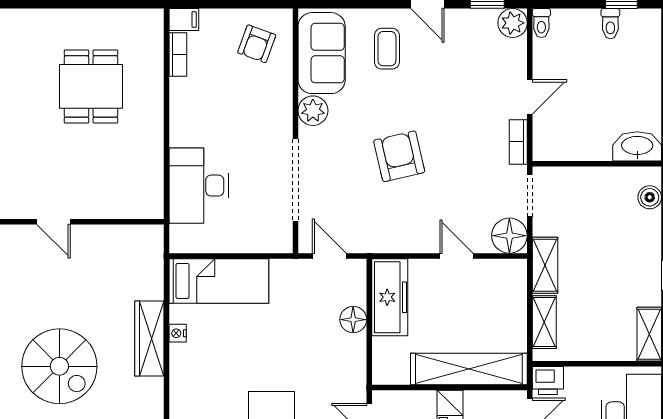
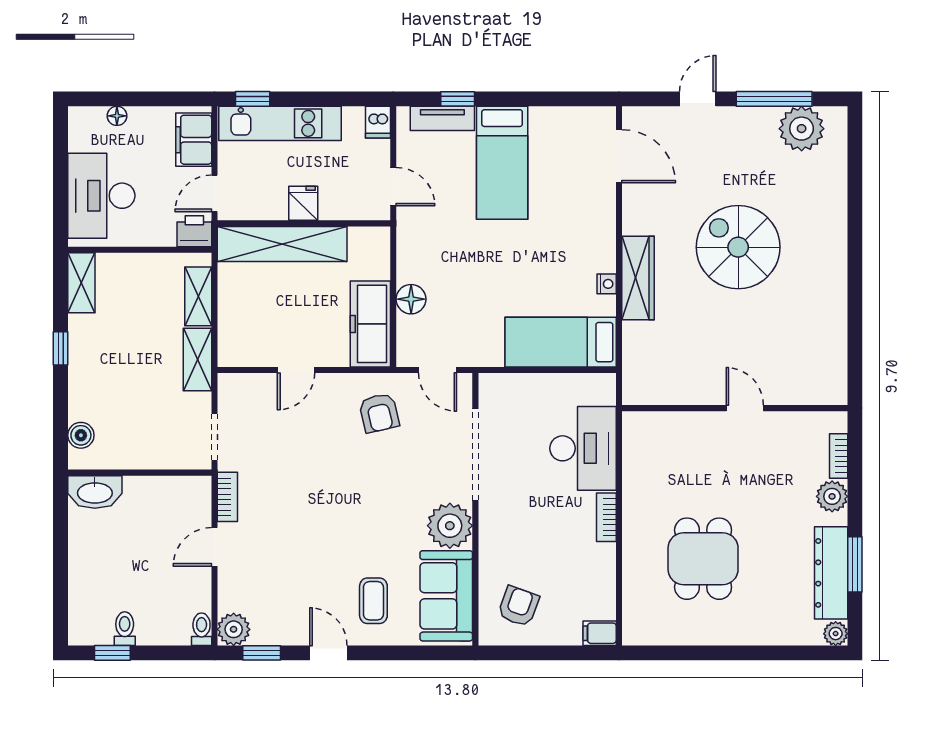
bookcase: (178, 55) -> (606, 517), moved
plant: (313, 111) -> (450, 526), width x1.36, depth x1.36
armchair: (399, 156) -> (379, 413), moved, width x0.72, depth x0.72
floor lamp: (509, 236) -> (237, 393), removed
door: (456, 256) -> (296, 370), hinge flipped

